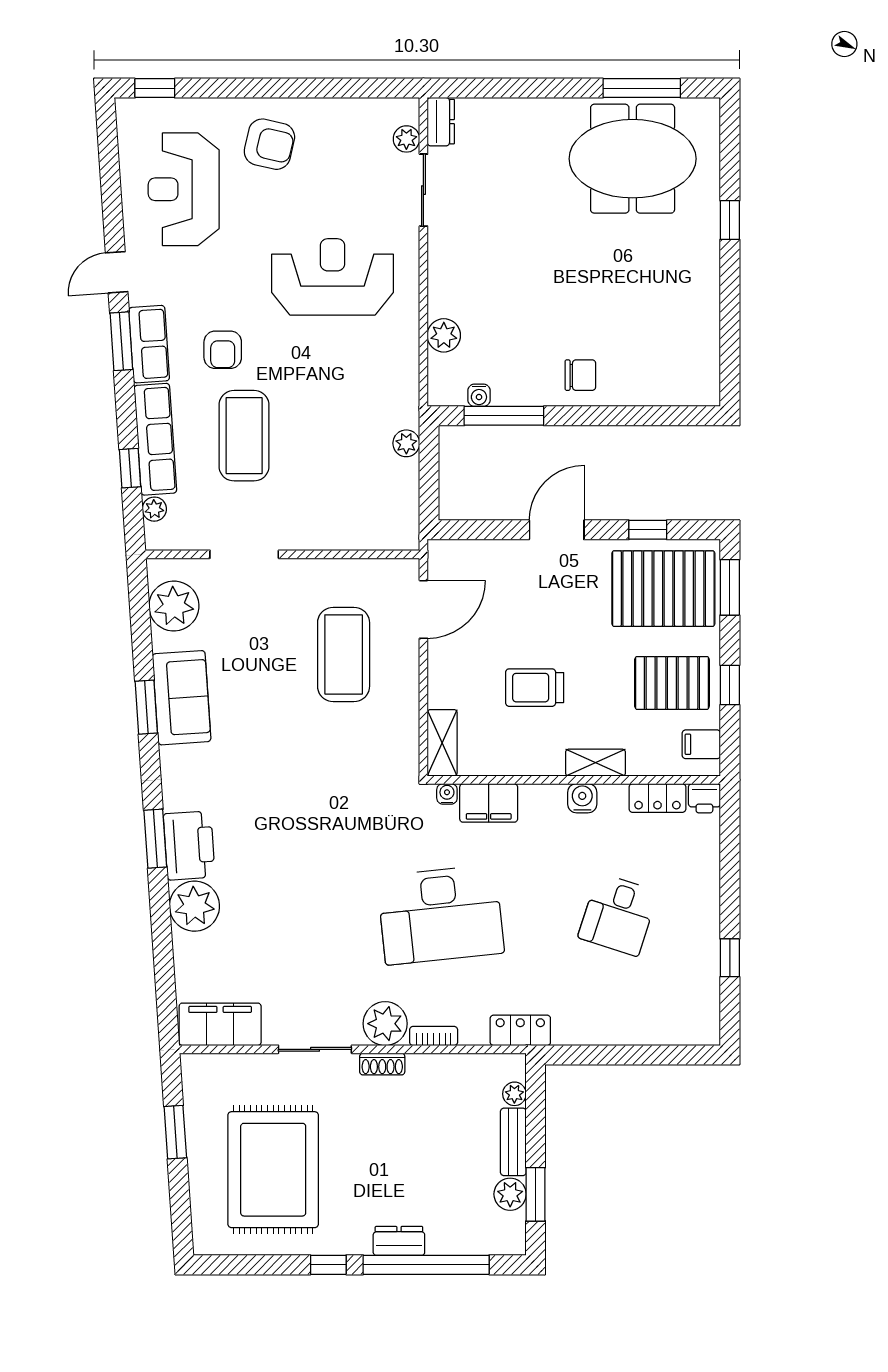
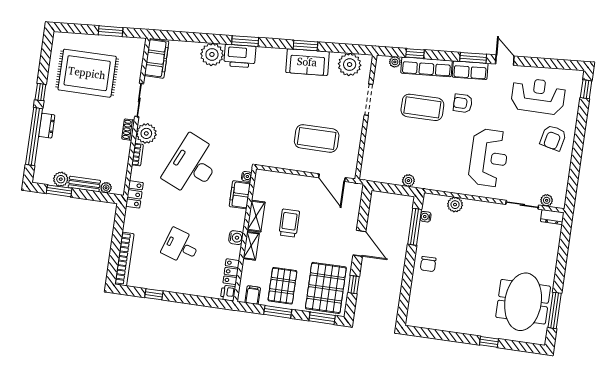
window: (730, 685) -> (278, 312), width x1.50
shelving: (442, 743) -> (256, 216), moved, turned 90
desk: (441, 915) -> (192, 166), turned 30
bookcase: (663, 1032) -> (124, 259), added

